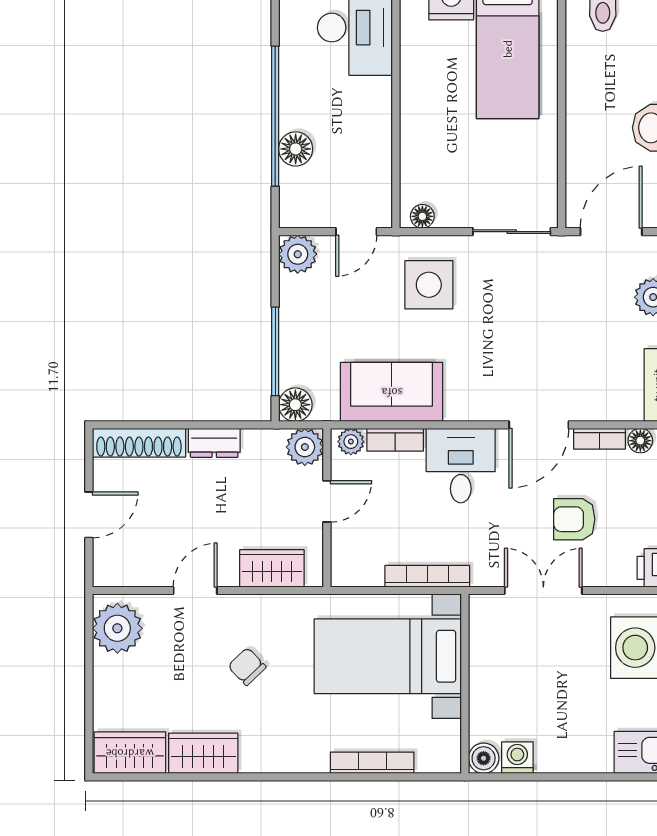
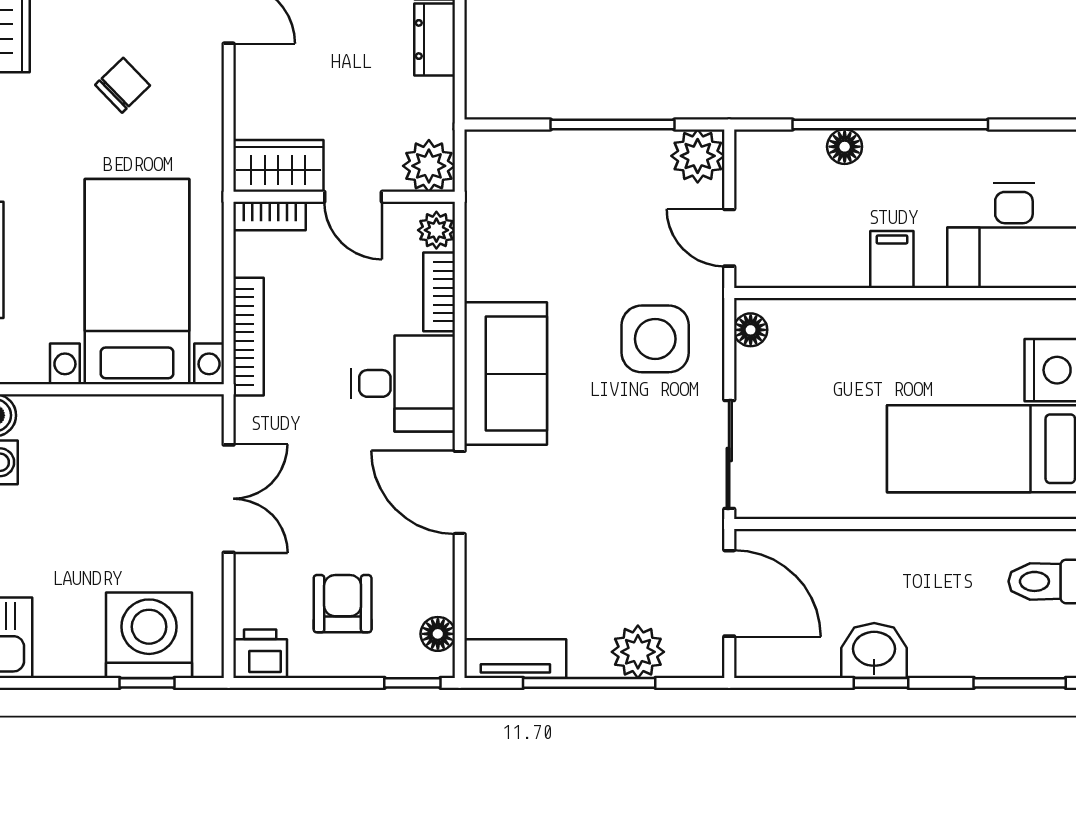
filing cabinet: (372, 115) -> (892, 260), added
floor lamp: (296, 149) -> (845, 147), width x0.73, depth x0.73
window: (275, 351) -> (612, 125), moved
sofa: (392, 392) -> (506, 374), moved
floor lamp: (295, 405) -> (488, 153), removed
bookcase: (599, 439) -> (270, 216), moved, turned -90
armchair: (574, 519) -> (343, 604), moved
wardrobe: (272, 568) -> (278, 166), moved, turned -90

